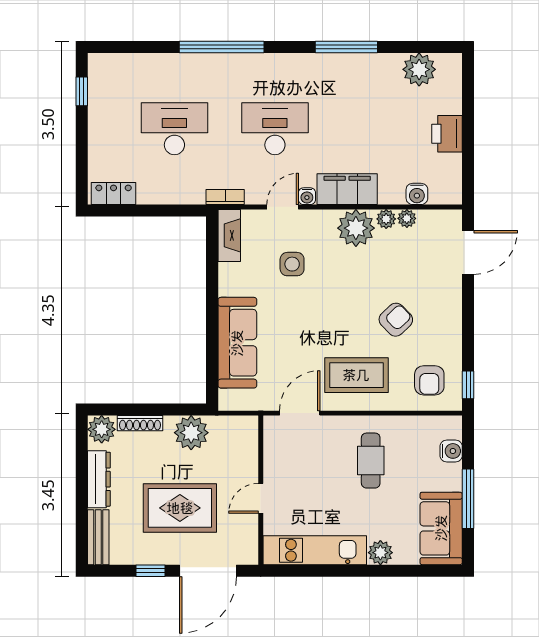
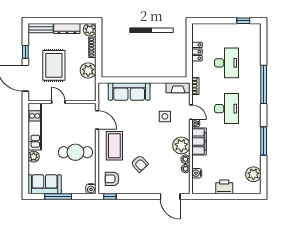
locker: (114, 193) -> (197, 52), moved
water cooler: (451, 451) -> (91, 189), moved
cafe table: (371, 461) -> (75, 152), width x1.37, depth x1.35

